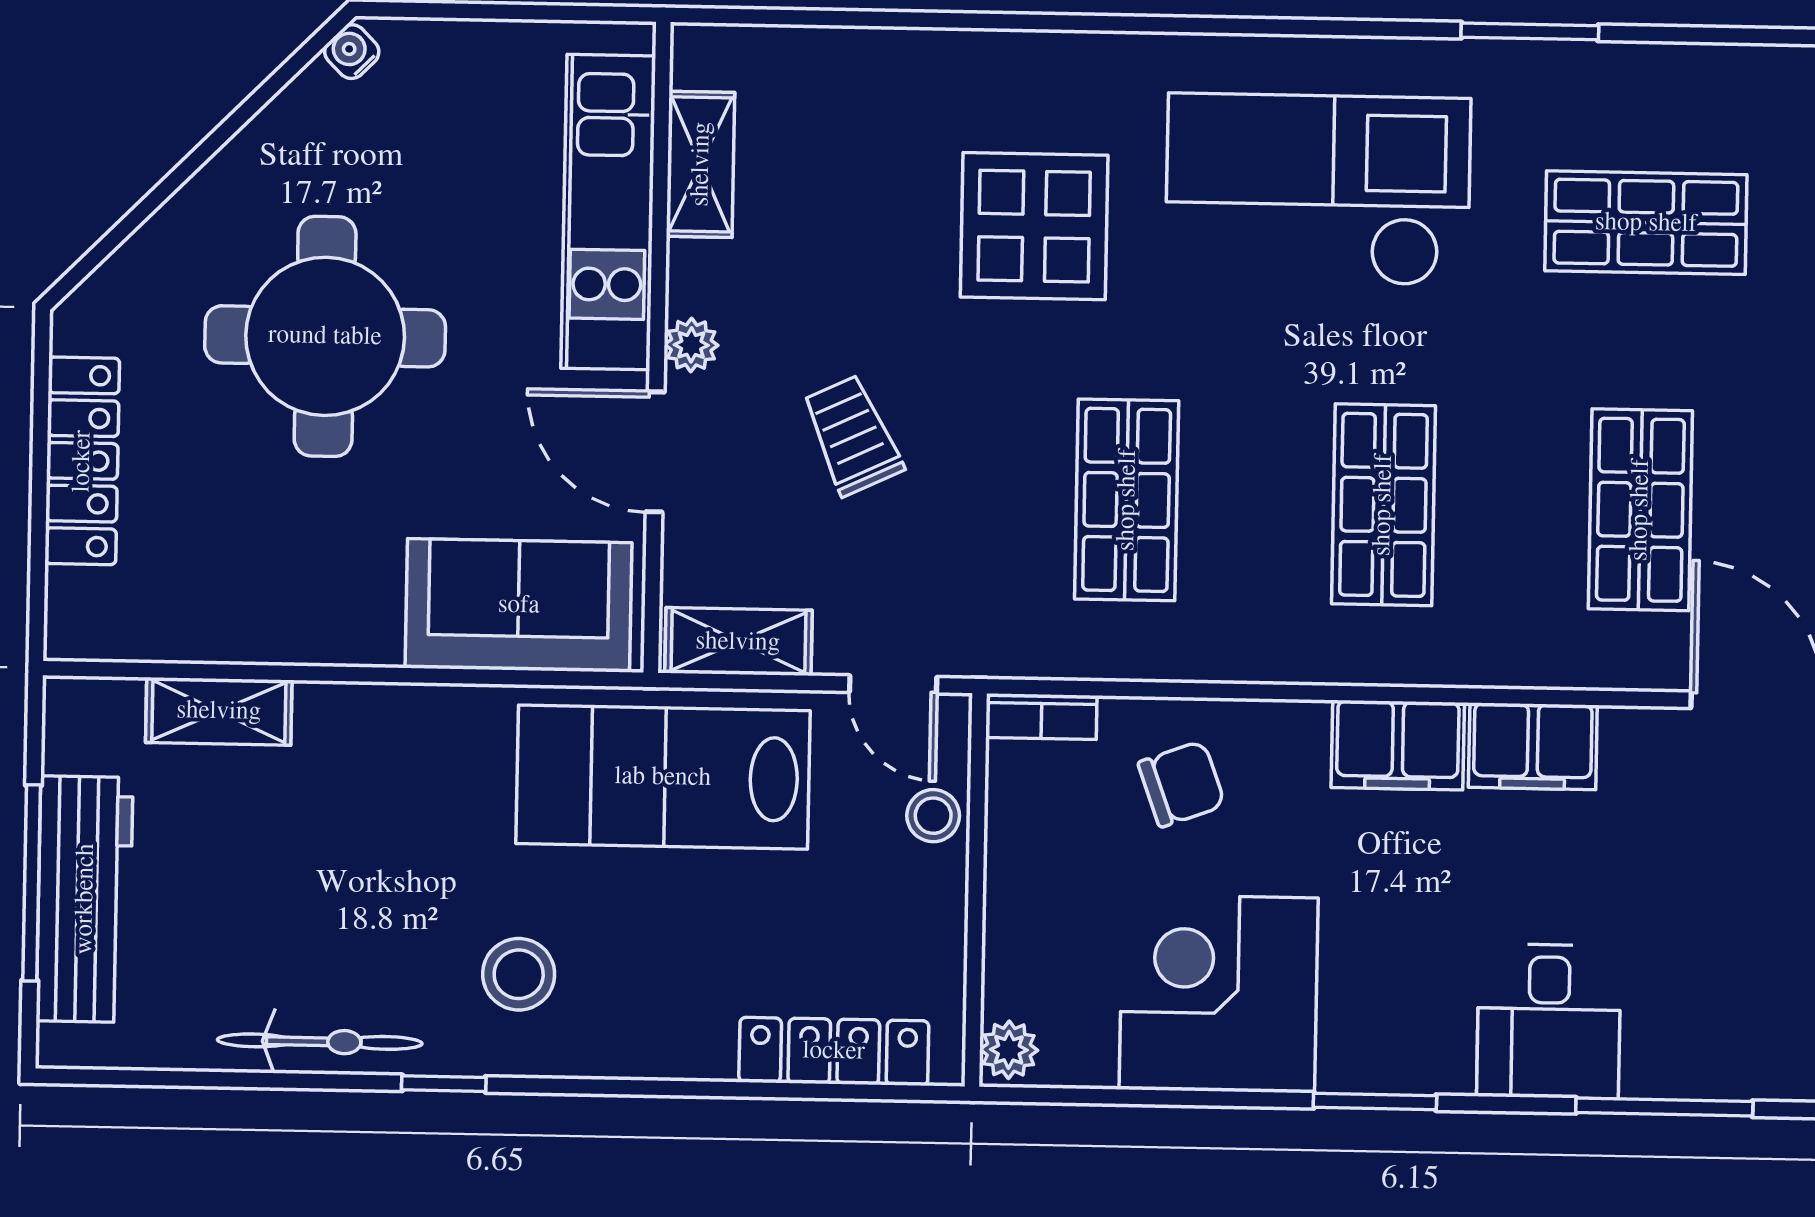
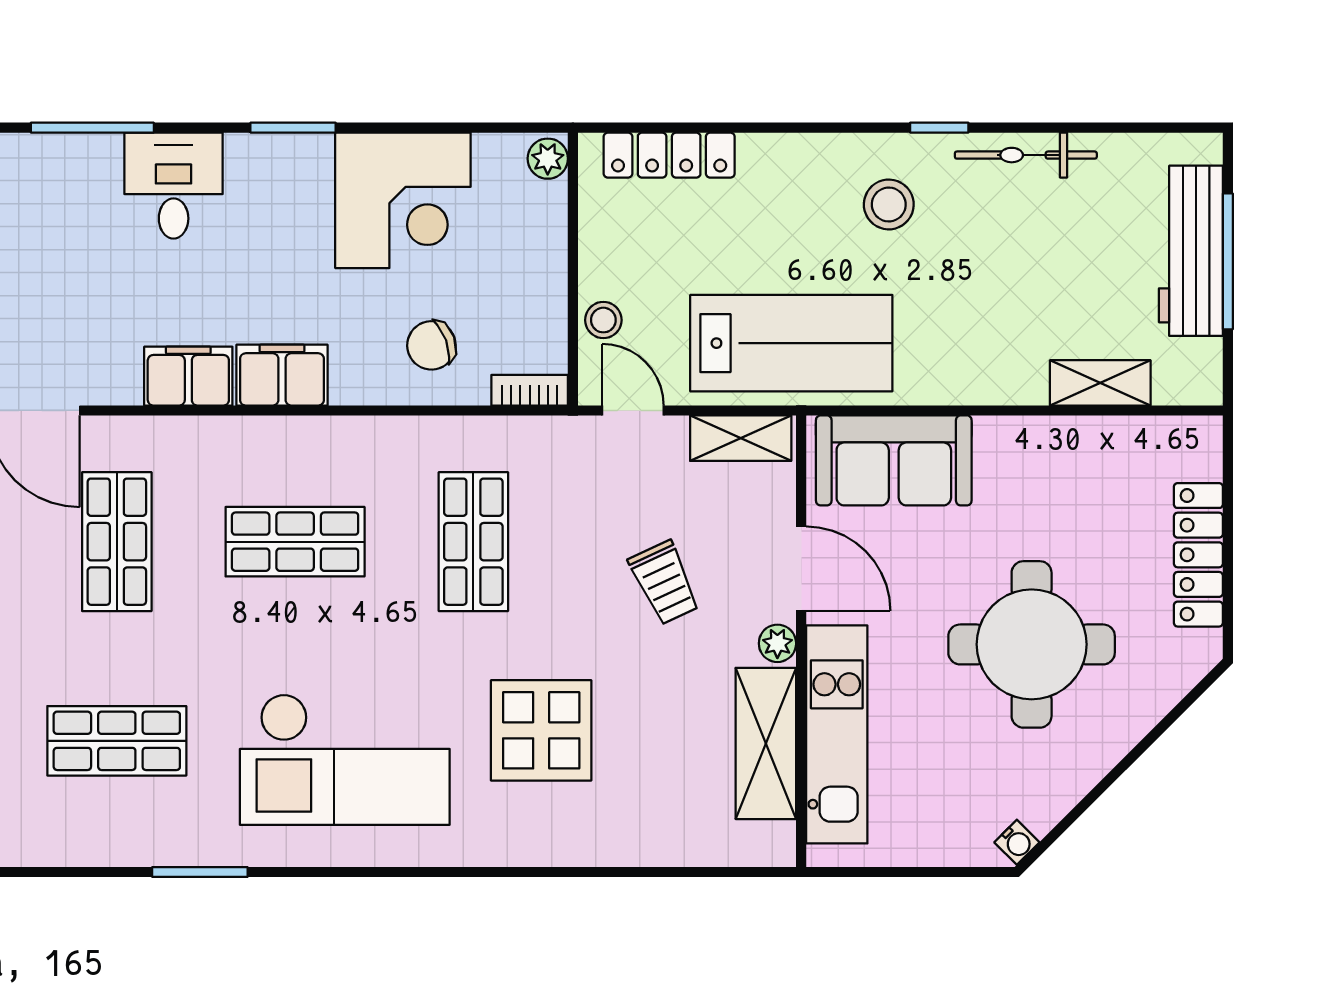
shelving: (701, 164) -> (766, 743), width x1.50, depth x1.33
shop shelf: (1383, 505) -> (295, 542), turned 90

